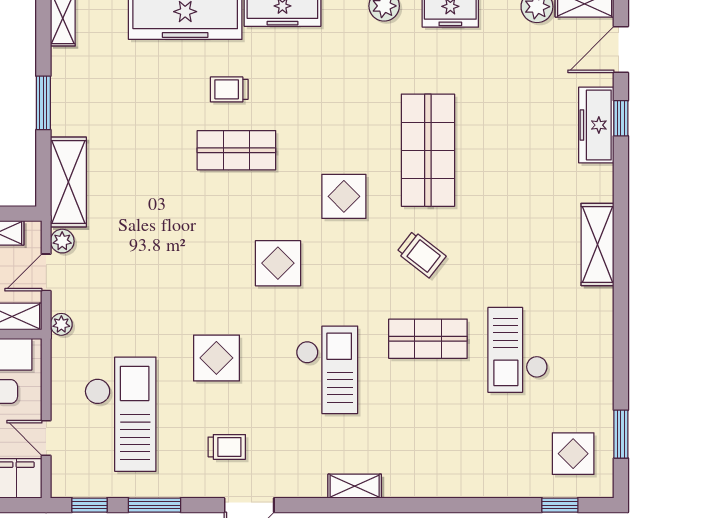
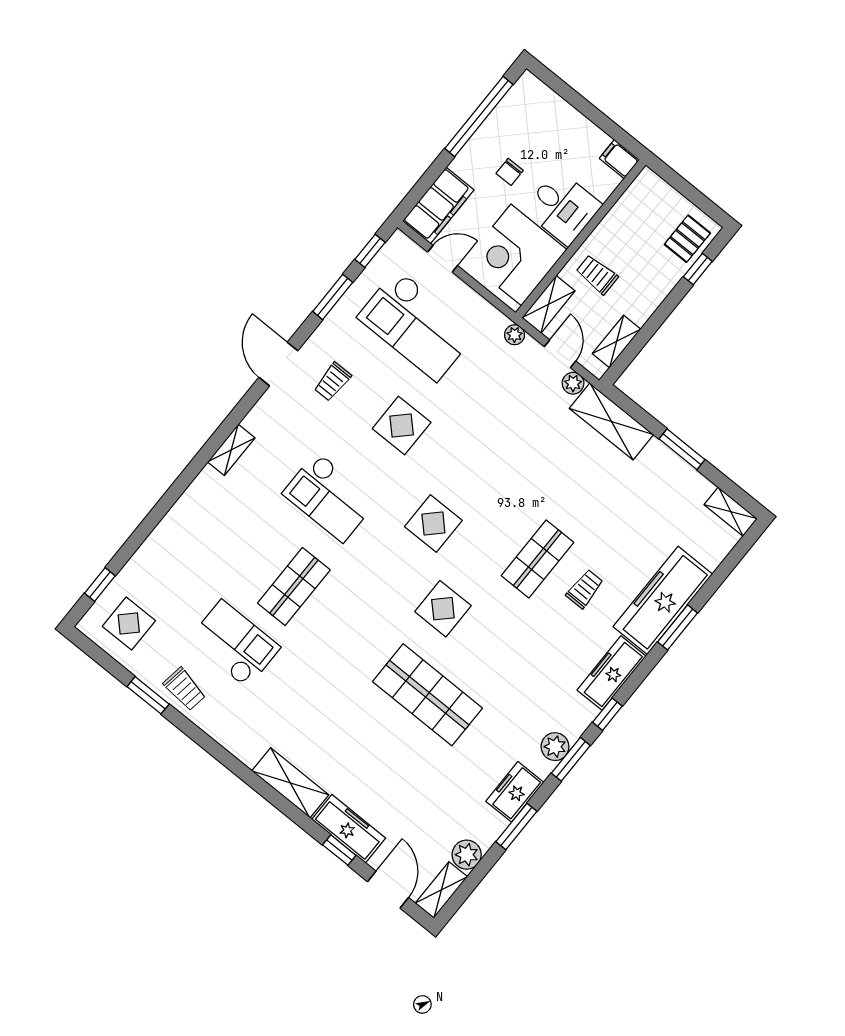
shelving: (598, 244) -> (290, 783), moved
trolley: (421, 254) -> (185, 689), moved, turned -119
window: (621, 434) -> (148, 695), moved

